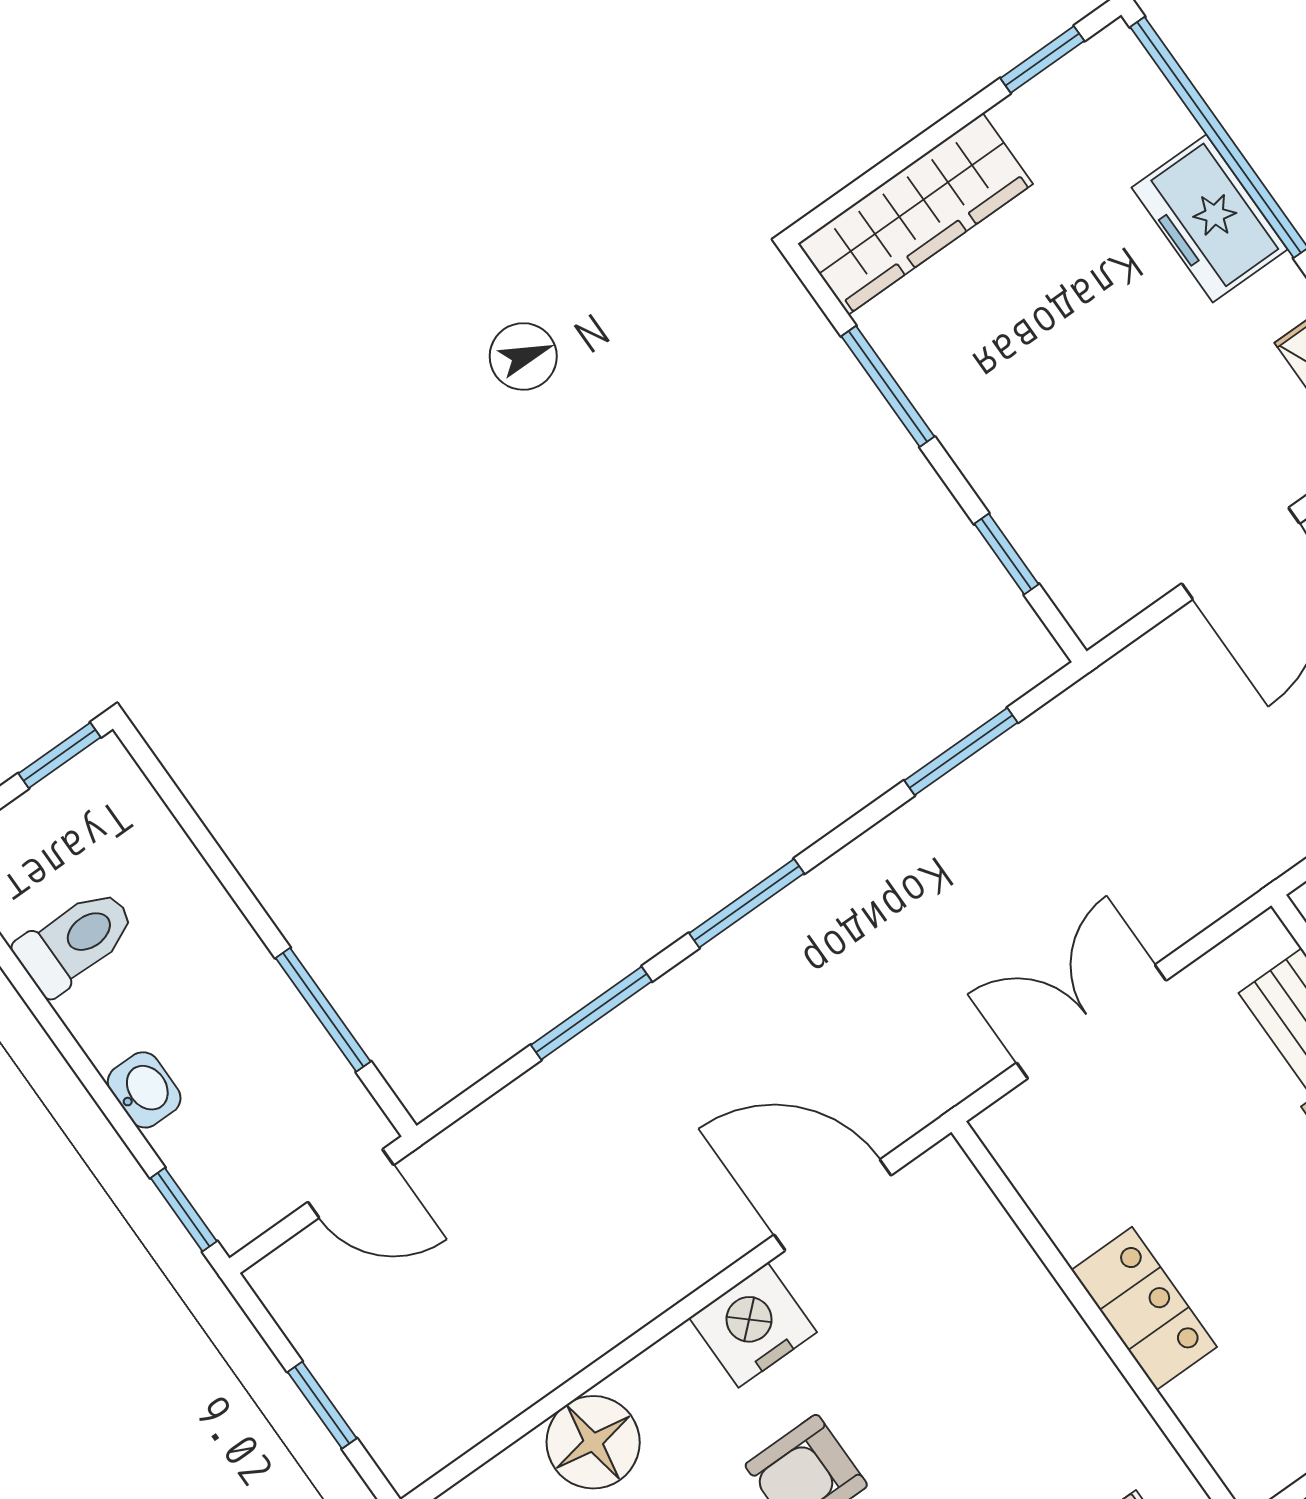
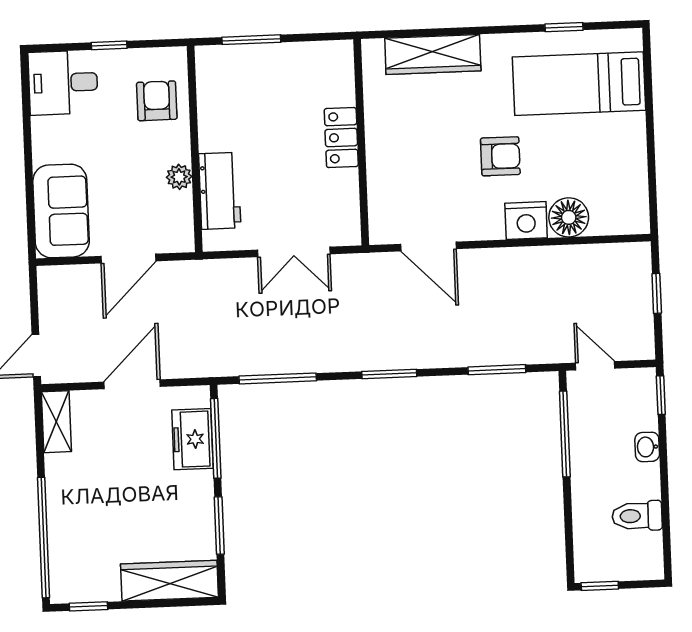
freezer: (1209, 219) -> (192, 439), moved, turned 180
window: (1007, 554) -> (216, 438), width x2.17
window: (961, 752) -> (278, 378), width x1.44
window: (323, 1010) -> (565, 434), width x1.44
window: (591, 1013) -> (497, 370), moved
nightstand: (753, 1325) -> (526, 220), moved

